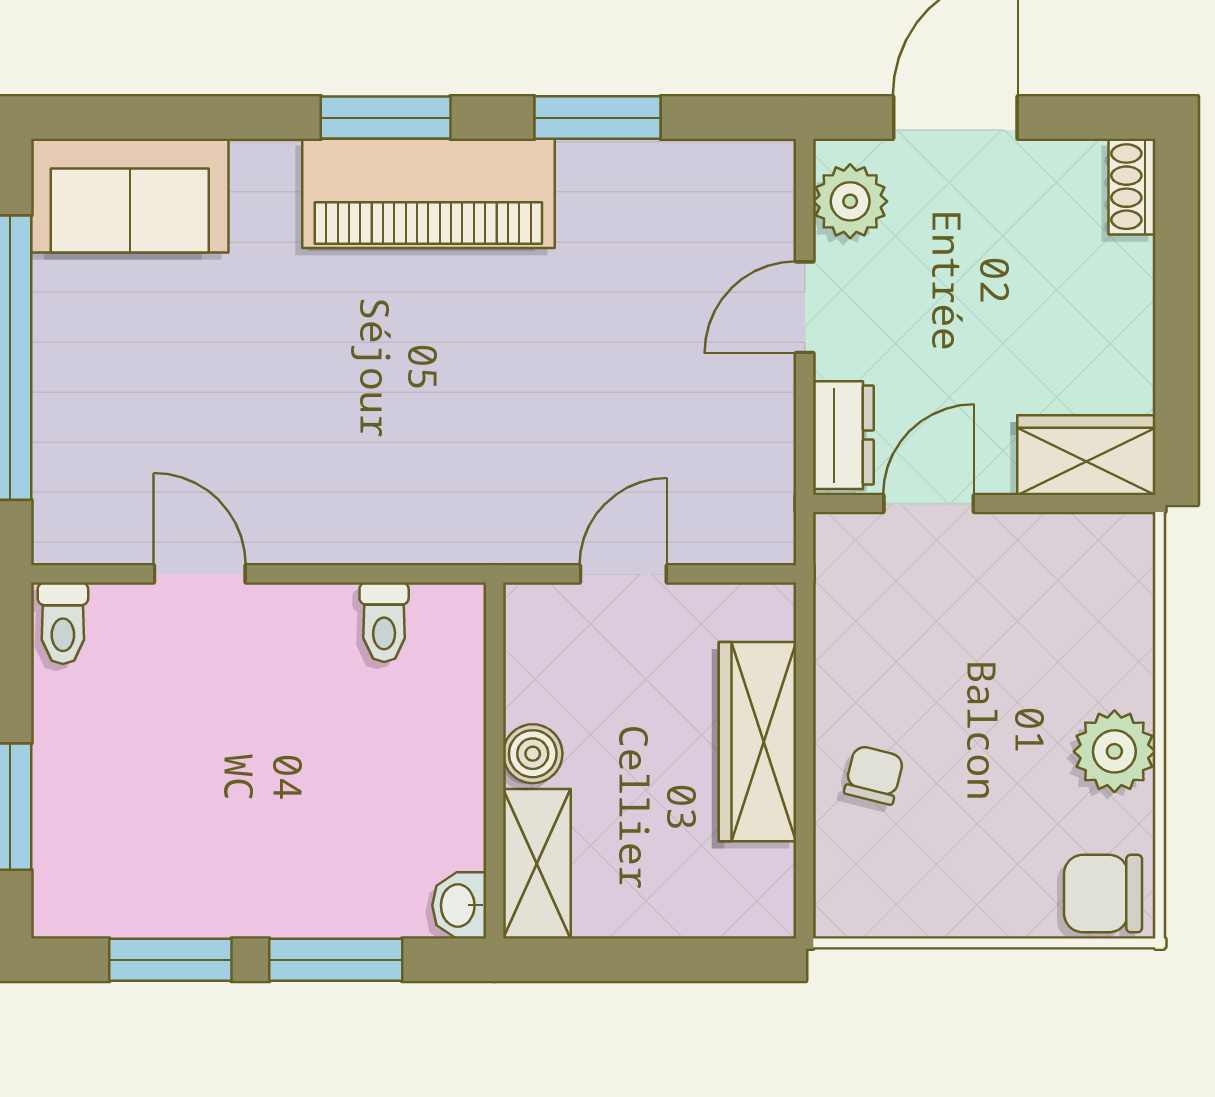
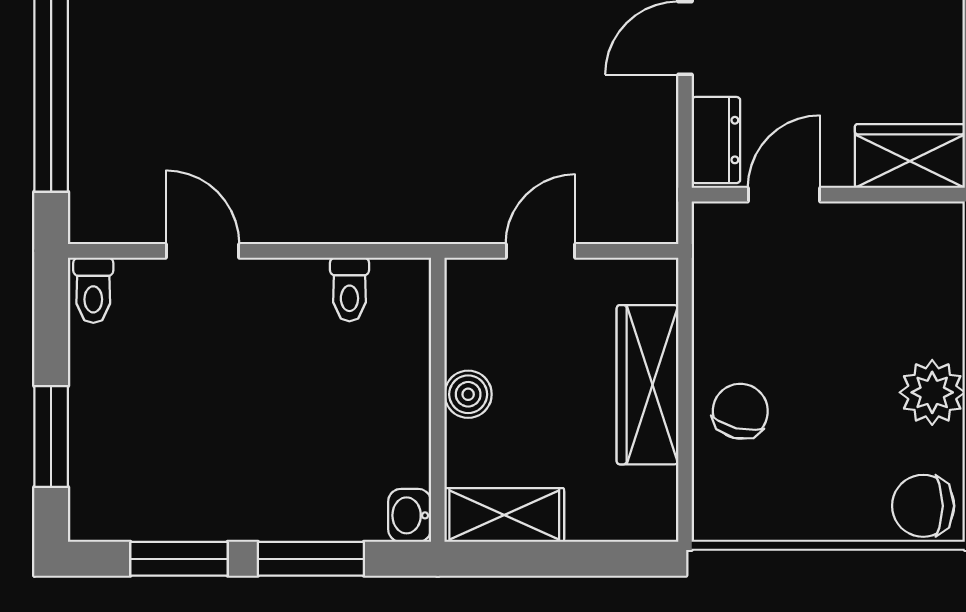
chair: (874, 775) -> (740, 411), width x1.37, depth x1.37
shelving: (537, 864) -> (504, 515), moved, turned 90

